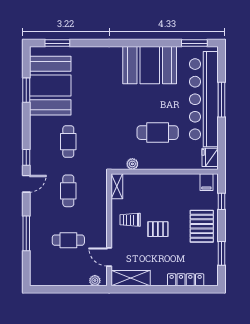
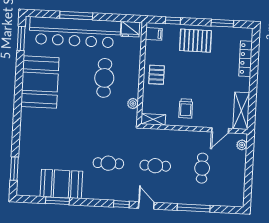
booth: (50, 86) -> (61, 184), width x0.73, depth x0.70
pallet: (158, 229) -> (157, 75), moved

